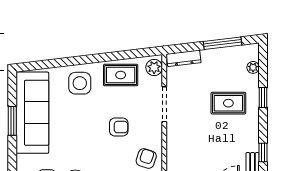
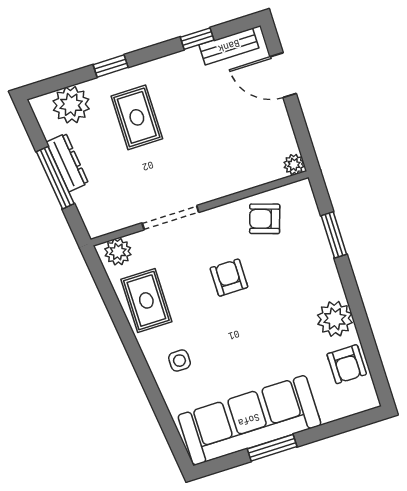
window: (222, 43) -> (55, 178), moved
dresser: (184, 58) -> (67, 163), moved
plant: (253, 67) -> (71, 105), width x1.87, depth x1.87
side table: (80, 83) -> (179, 361), width x0.54, depth x0.54

